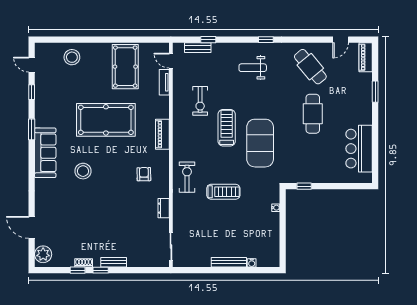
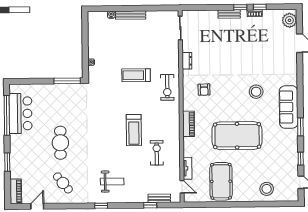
cafe table: (310, 67) -> (63, 183), width x0.73, depth x0.74
exercise mat: (260, 143) -> (105, 117), removed
window: (375, 146) -> (7, 115), added
window: (304, 186) -> (67, 81), width x2.17

